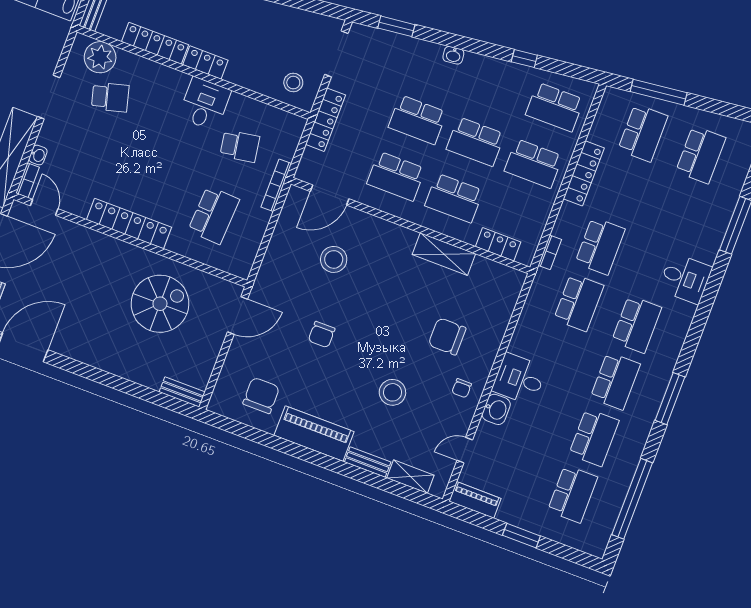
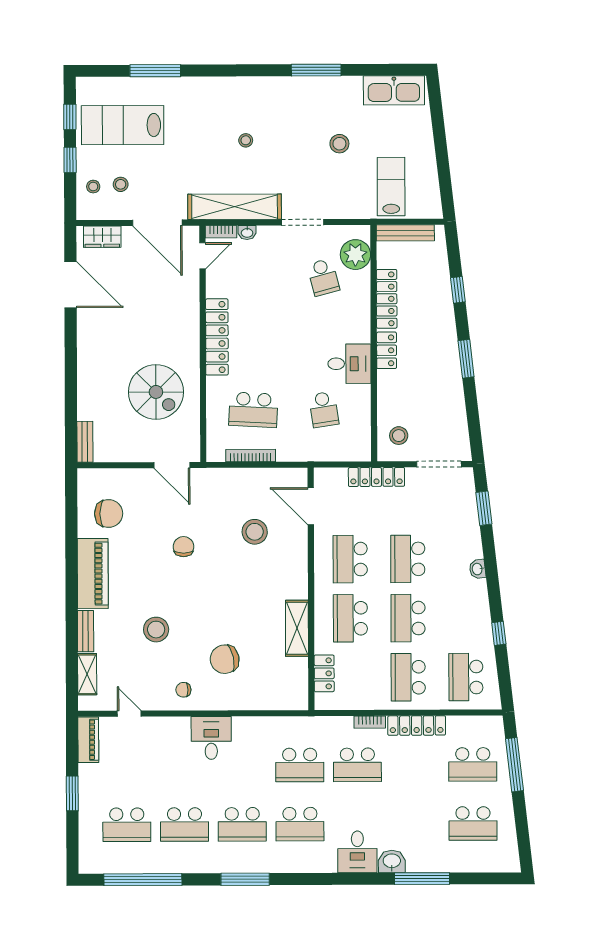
bookcase: (276, 185) -> (251, 456), moved
bookcase: (550, 252) -> (370, 722), moved
chair: (322, 335) -> (184, 547), turned 90
chair: (447, 336) -> (225, 659), turned -102
washbasin: (496, 409) -> (392, 861), moved, turned 180

